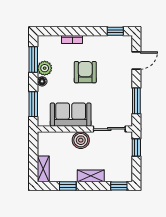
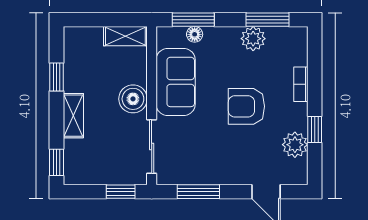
window: (115, 31) -> (315, 129), moved
plant: (108, 43) -> (295, 145), added
armchair: (85, 72) -> (246, 106), turned 180
floor lamp: (42, 81) -> (195, 34), moved
shelving: (43, 169) -> (125, 36), moved

